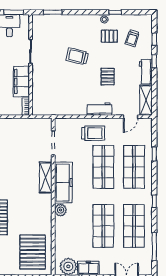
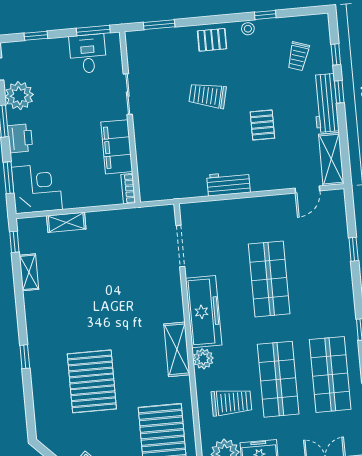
pallet: (109, 36) -> (212, 40), moved
workbench: (146, 72) -> (326, 103), width x1.38
workbench: (100, 109) -> (228, 184), moved
trolley: (93, 133) -> (231, 402), moved
shop shelf: (134, 167) -> (321, 274), removed
shelving: (46, 177) -> (177, 349), moved

